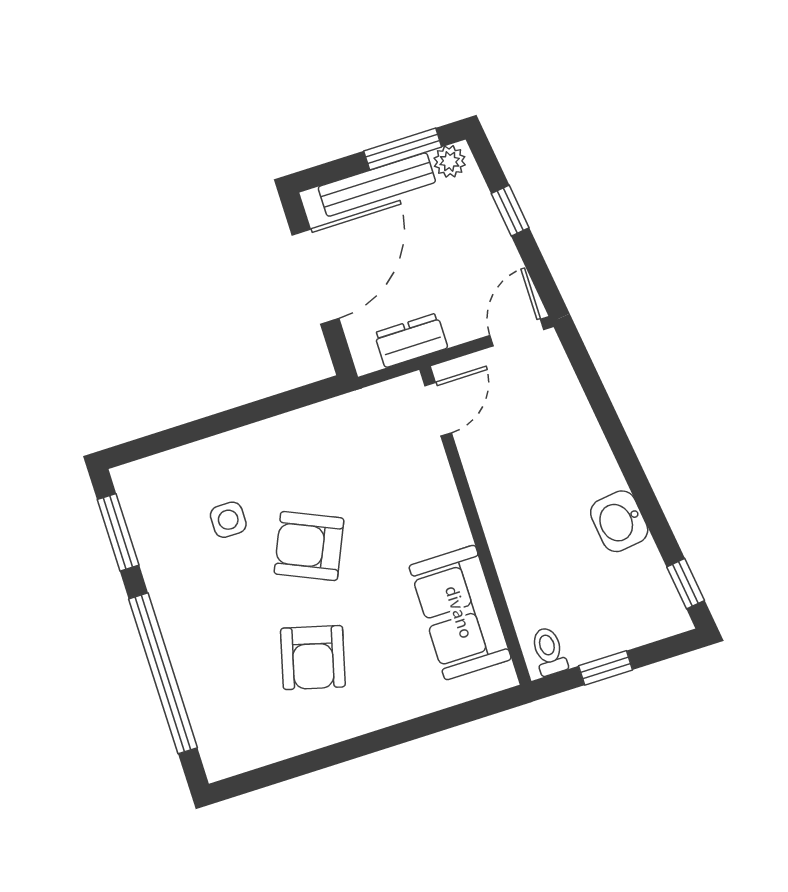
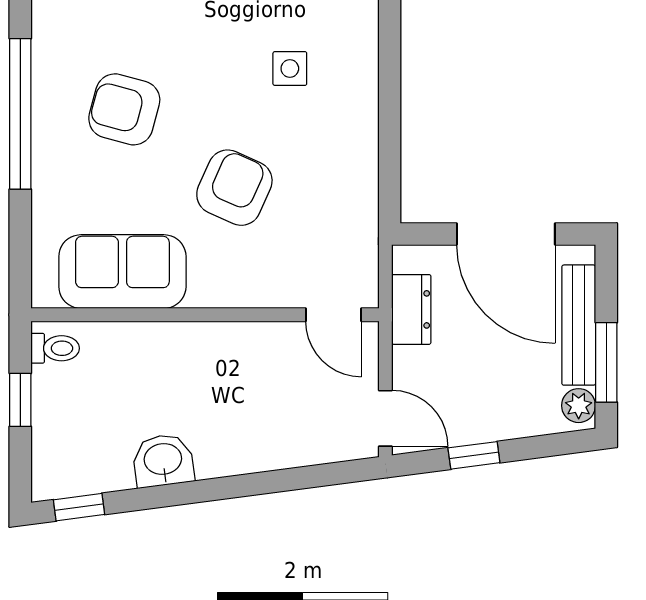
window: (510, 211) -> (474, 455), moved
armchair: (309, 546) -> (234, 188), moved
window: (347, 750) -> (20, 114), added

